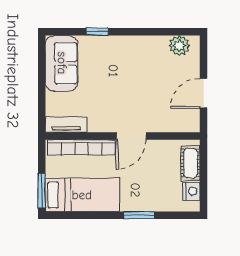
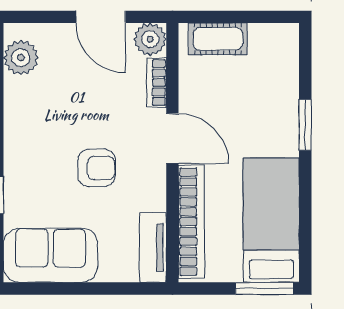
armchair: (114, 91) -> (96, 168), added
plant: (190, 123) -> (150, 39), added
bookcase: (164, 127) -> (157, 83), added
nightstand: (192, 191) -> (265, 37), removed

